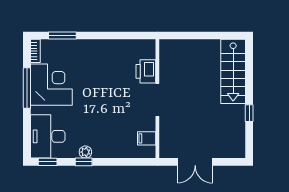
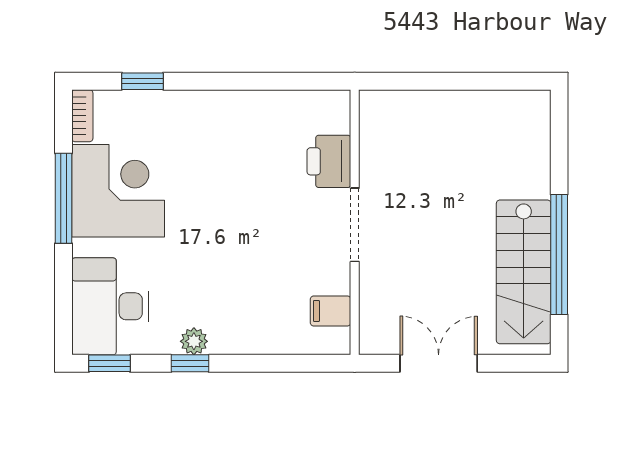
window: (62, 36) -> (143, 81), width x0.67
stairs: (233, 71) -> (524, 272), moved
window: (249, 113) -> (559, 254), width x3.17
double door: (195, 162) -> (439, 363), swing flipped

